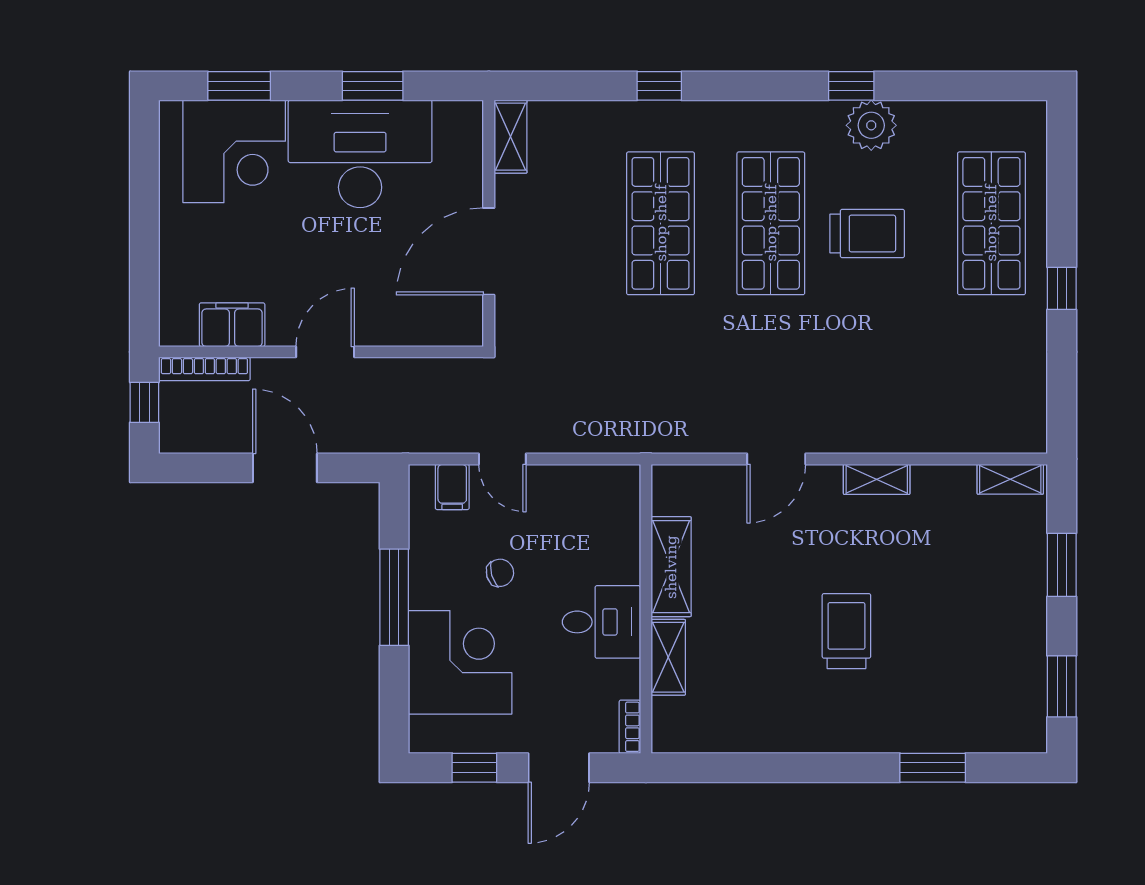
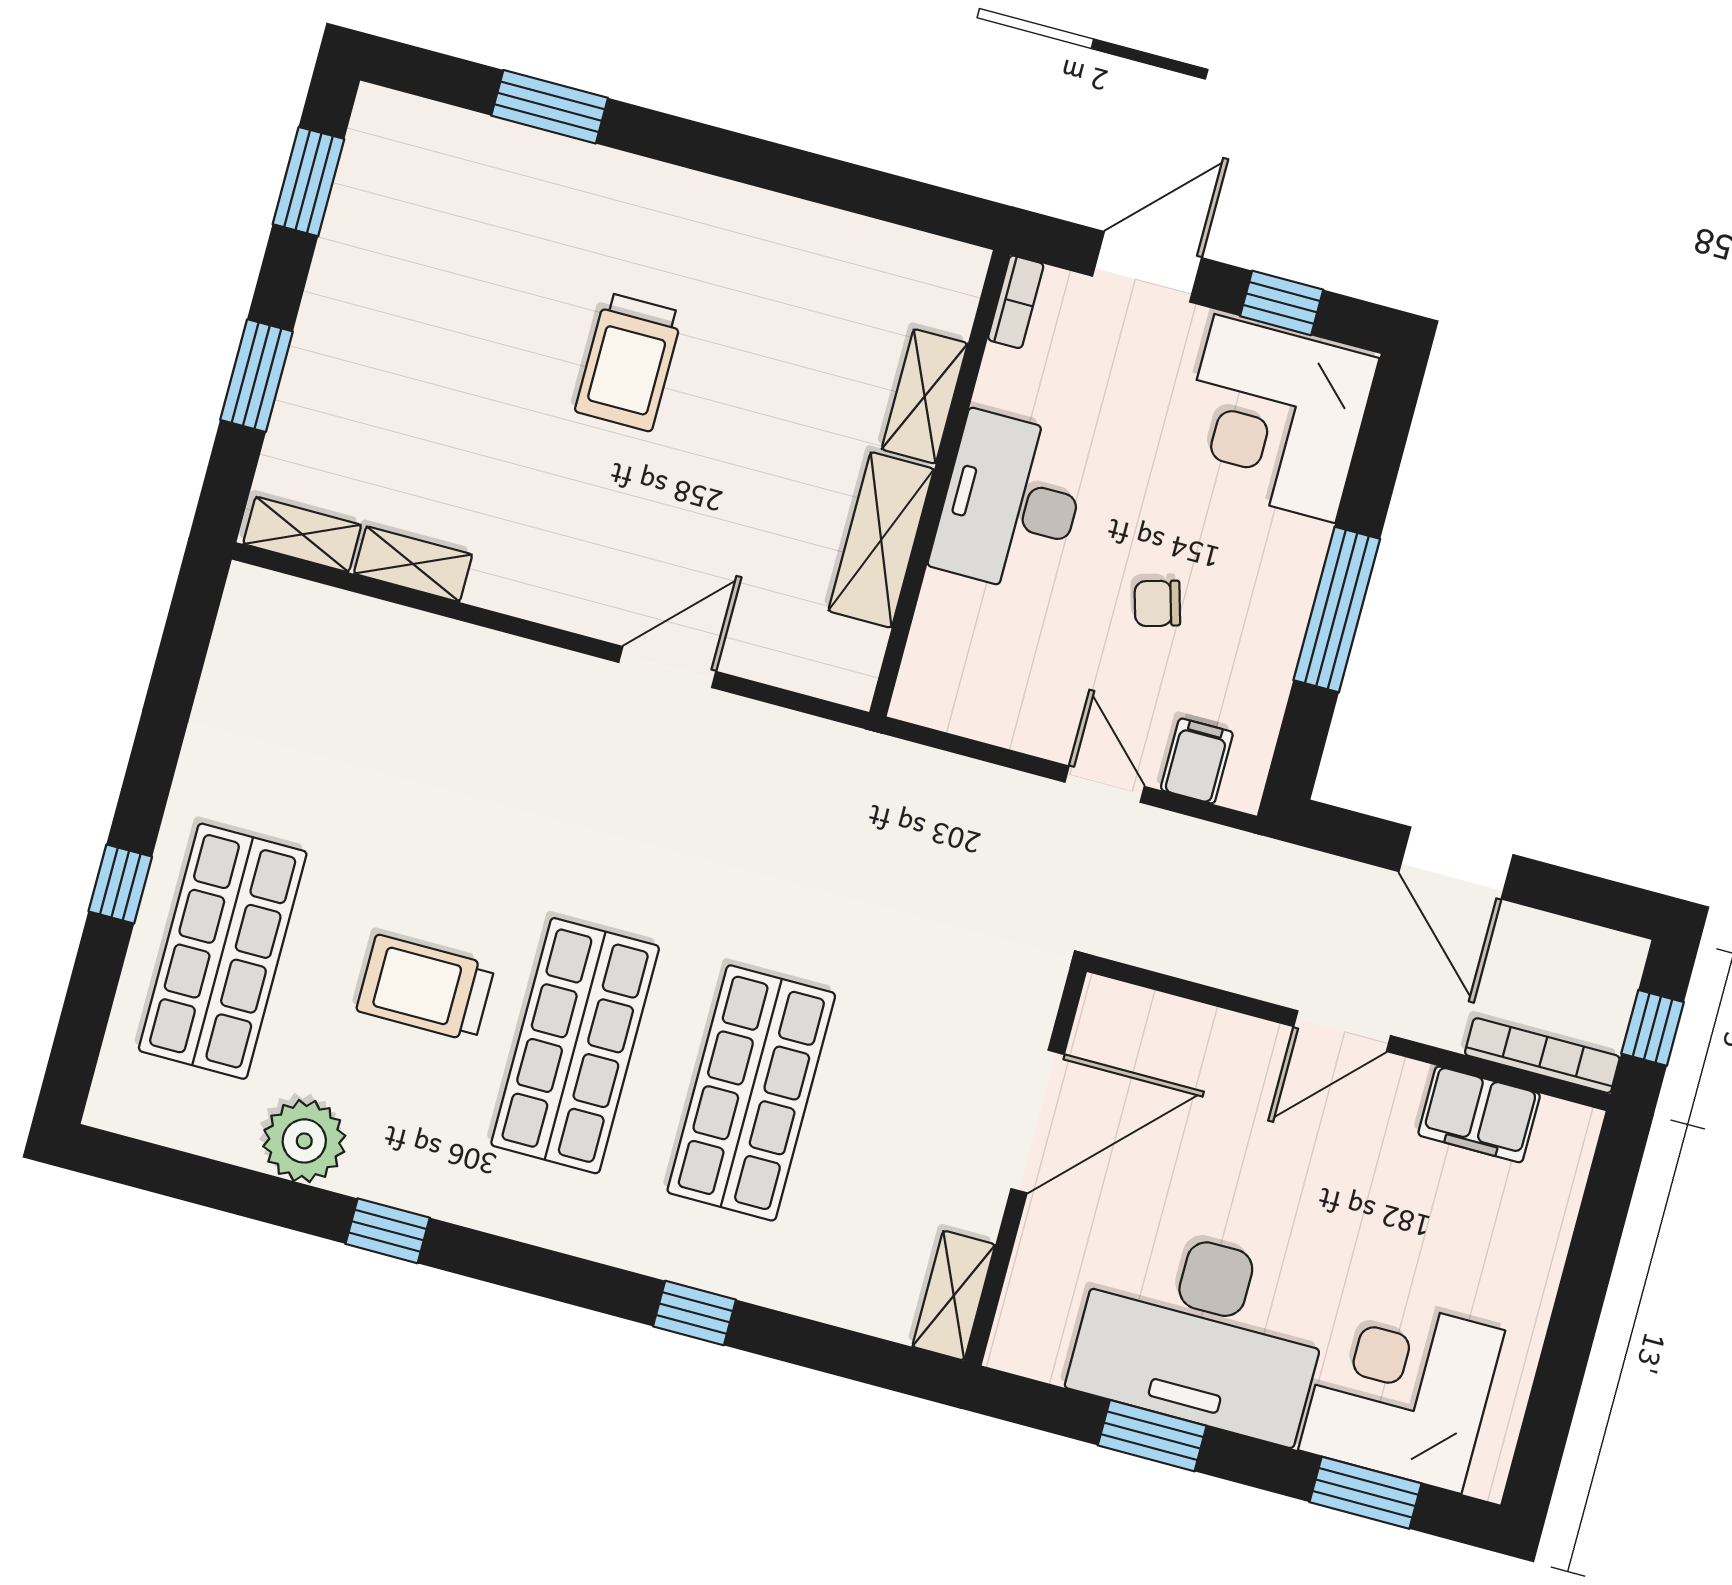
plant: (871, 125) -> (304, 1141), moved
window: (1062, 288) -> (120, 884), moved
shelving: (877, 479) -> (413, 564), moved
desk: (601, 622) -> (1011, 503), width x1.37
corner desk: (460, 662) -> (1275, 419), moved

